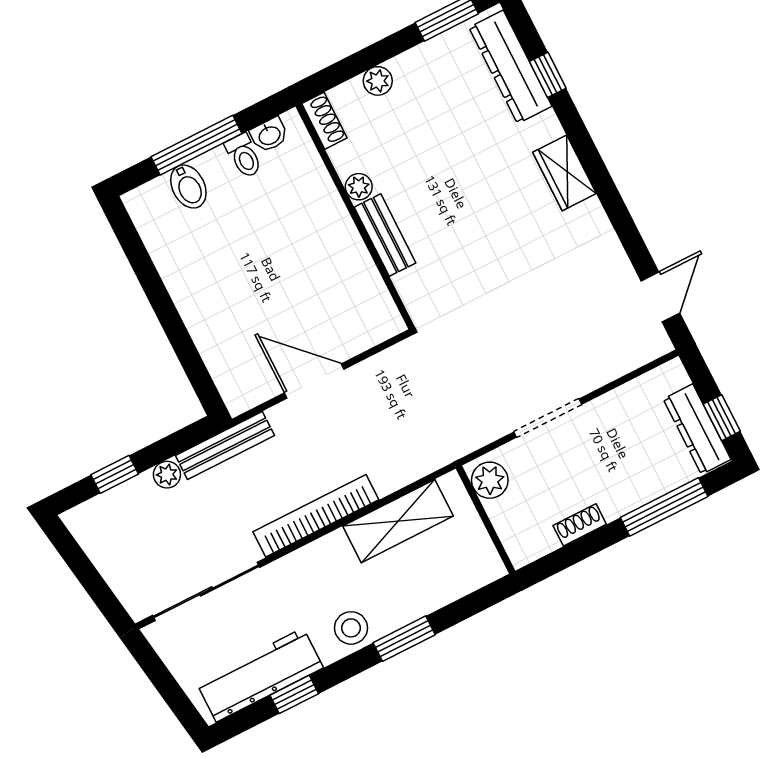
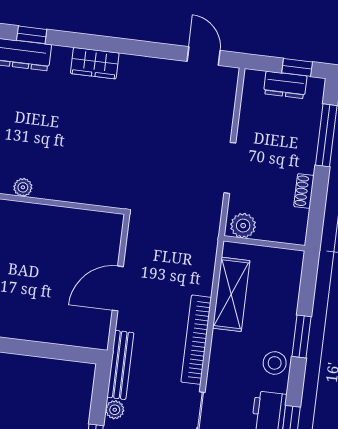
bench: (385, 235) -> (61, 191), removed
dresser: (697, 429) -> (285, 85), width x0.70

